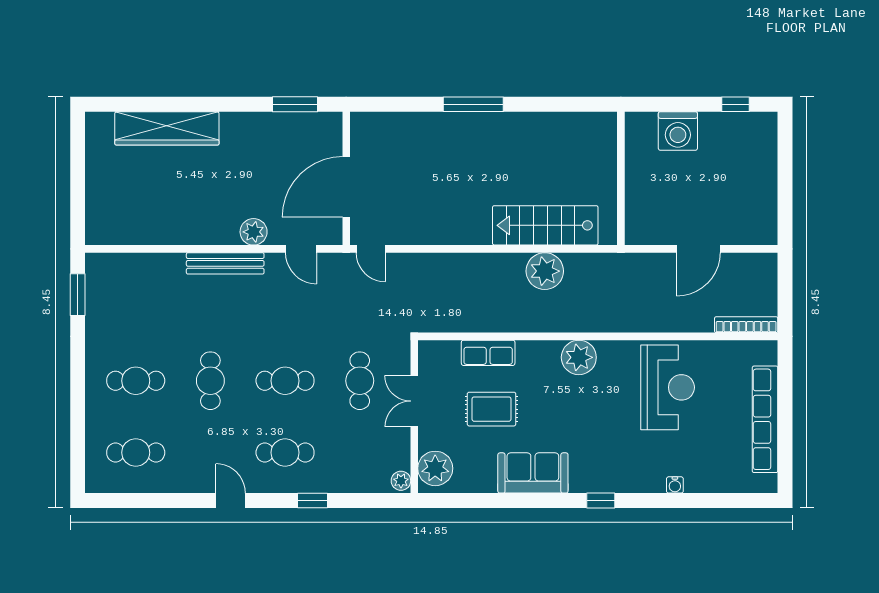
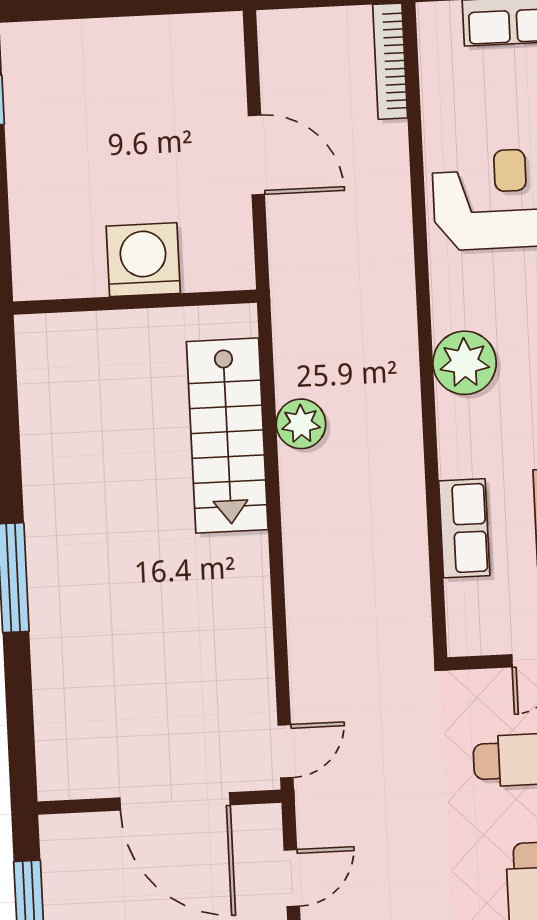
washing machine: (678, 131) -> (143, 260), moved, turned -90
plant: (545, 271) -> (301, 424), width x0.73, depth x0.73

